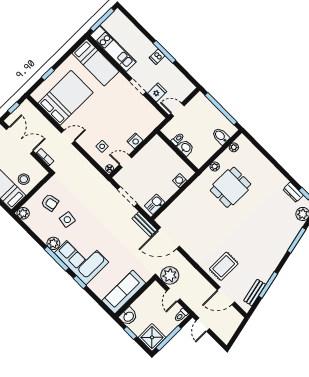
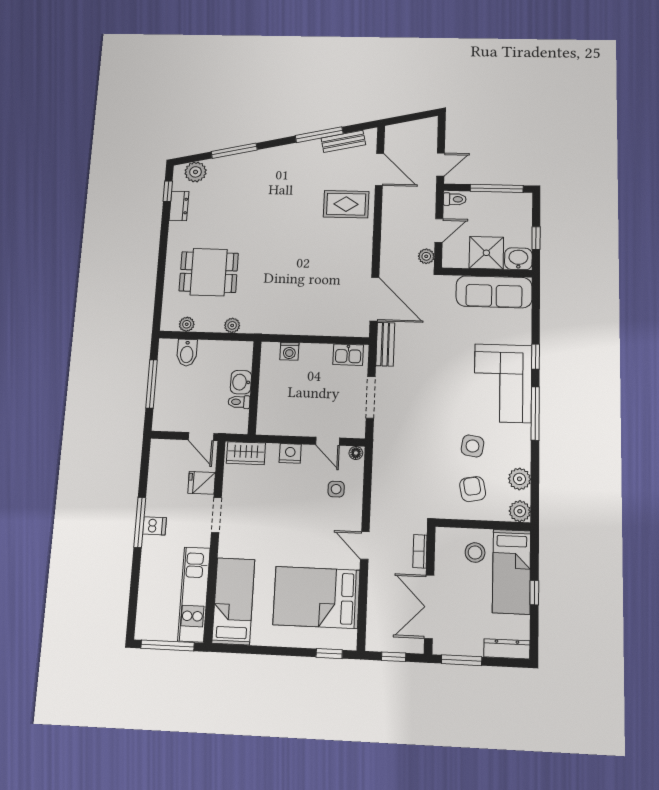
window: (48, 74) -> (329, 654), moved
window: (221, 109) -> (151, 384), width x0.68
wardrobe: (153, 122) -> (246, 453), added
dining table: (231, 187) -> (209, 272), moved
plant: (53, 243) -> (520, 479), moved
plant: (170, 275) -> (426, 256), width x0.53, depth x0.53
shower: (152, 337) -> (486, 253), moved

